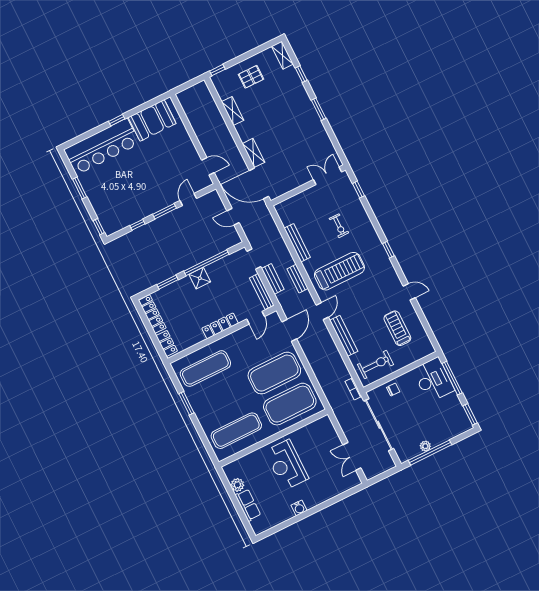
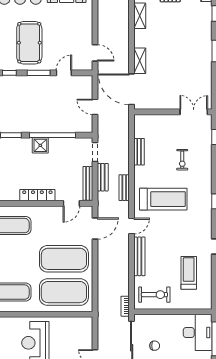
pool table: (142, 187) -> (29, 43), added
bench: (297, 243) -> (139, 152), width x0.73
chair: (393, 390) -> (155, 346), moved

